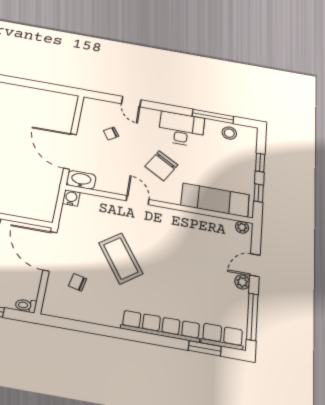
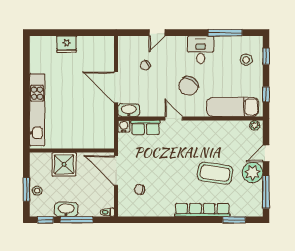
fridge: (19, 94) -> (67, 44), added
door: (131, 102) -> (157, 33), hinge flipped
desk: (181, 129) -> (201, 50), width x0.73
stool: (229, 133) -> (246, 60), moved
window: (260, 163) -> (266, 56), moved
coffee table: (121, 258) -> (215, 173), moved, turned -47
plant: (242, 282) -> (253, 173), width x1.87, depth x1.87
row of seats: (222, 336) -> (145, 127), moved, turned 180

